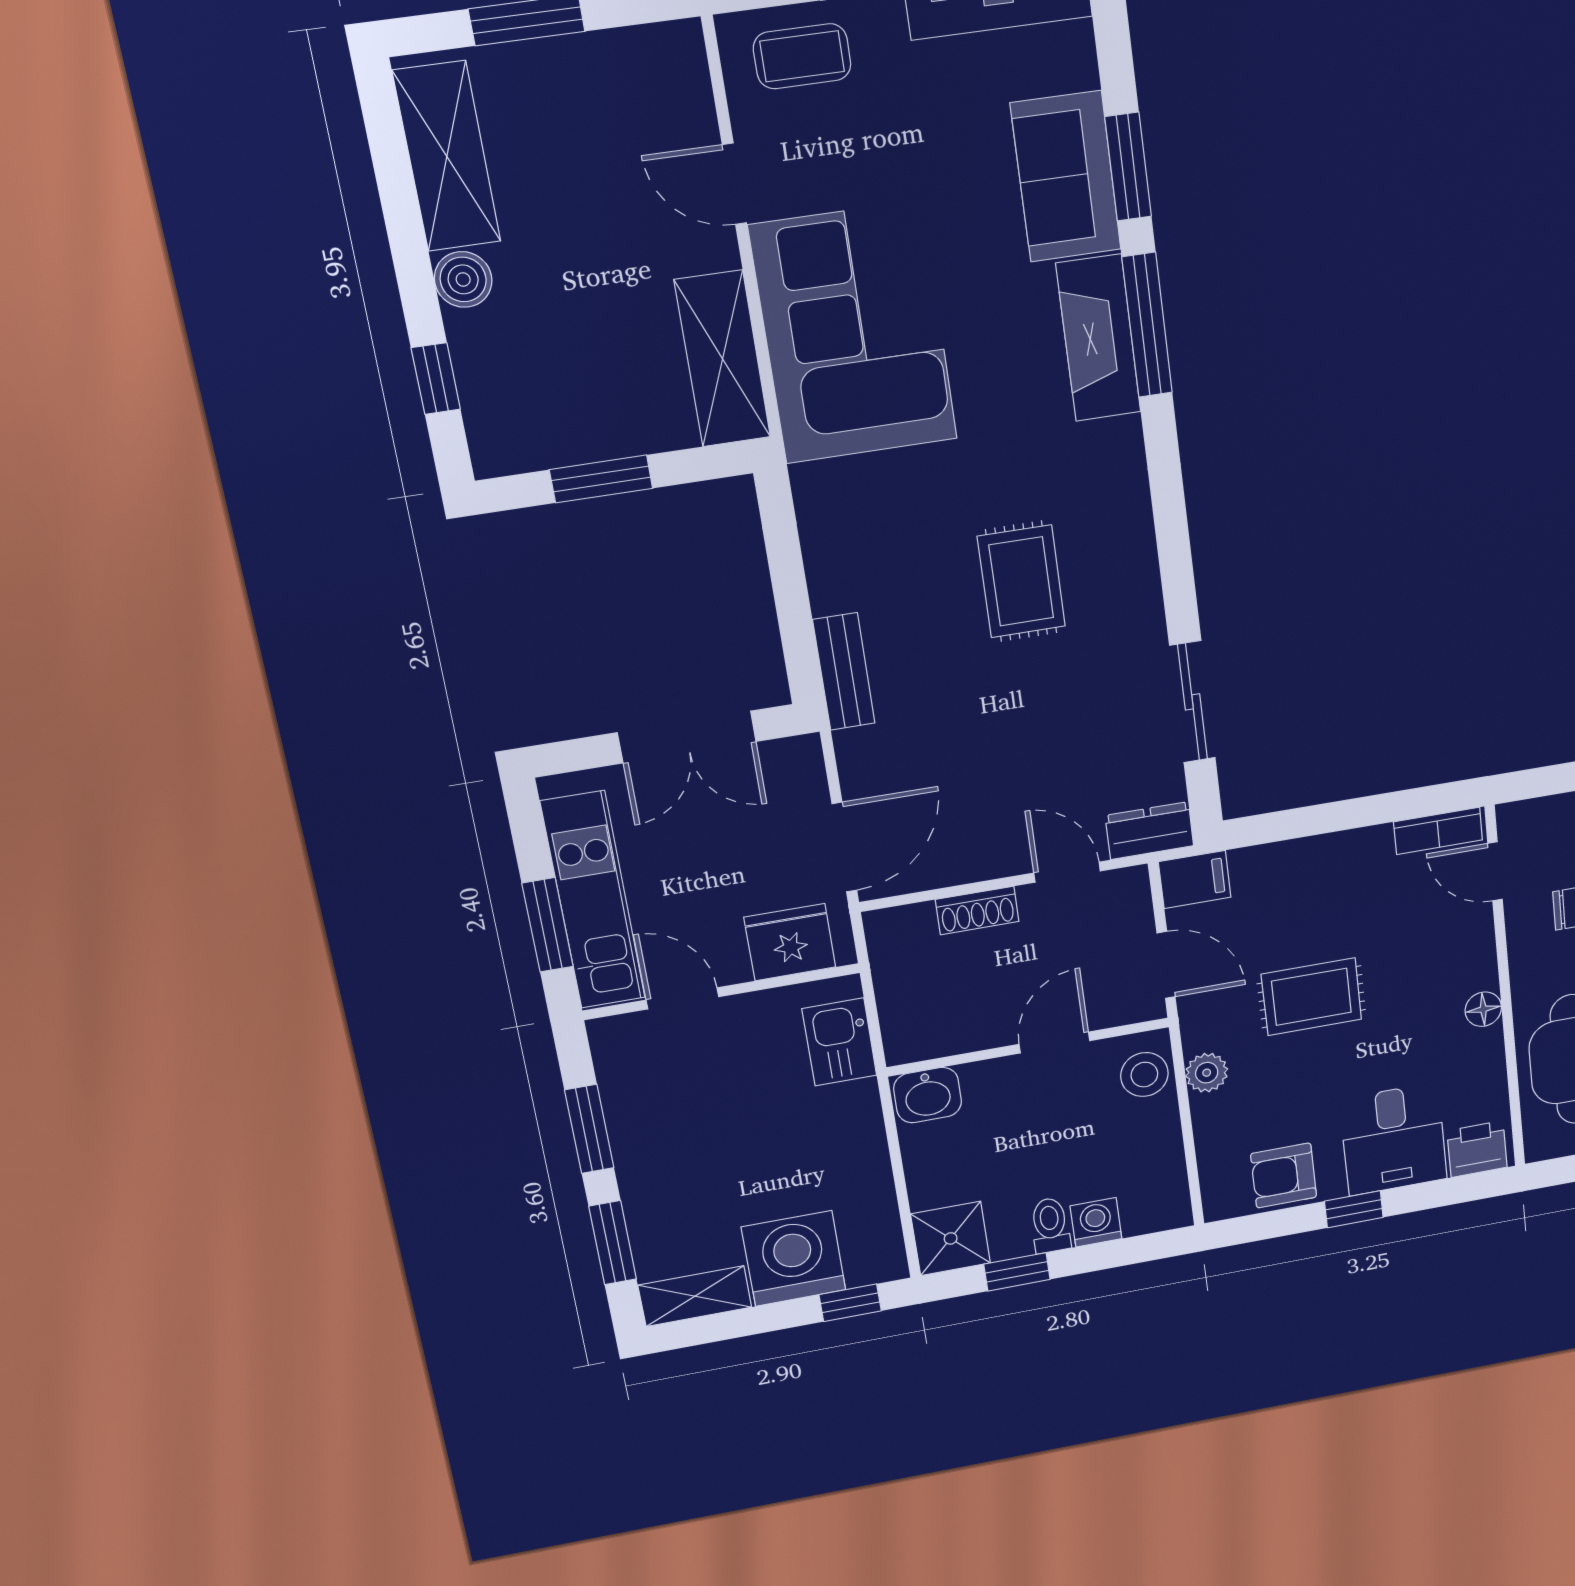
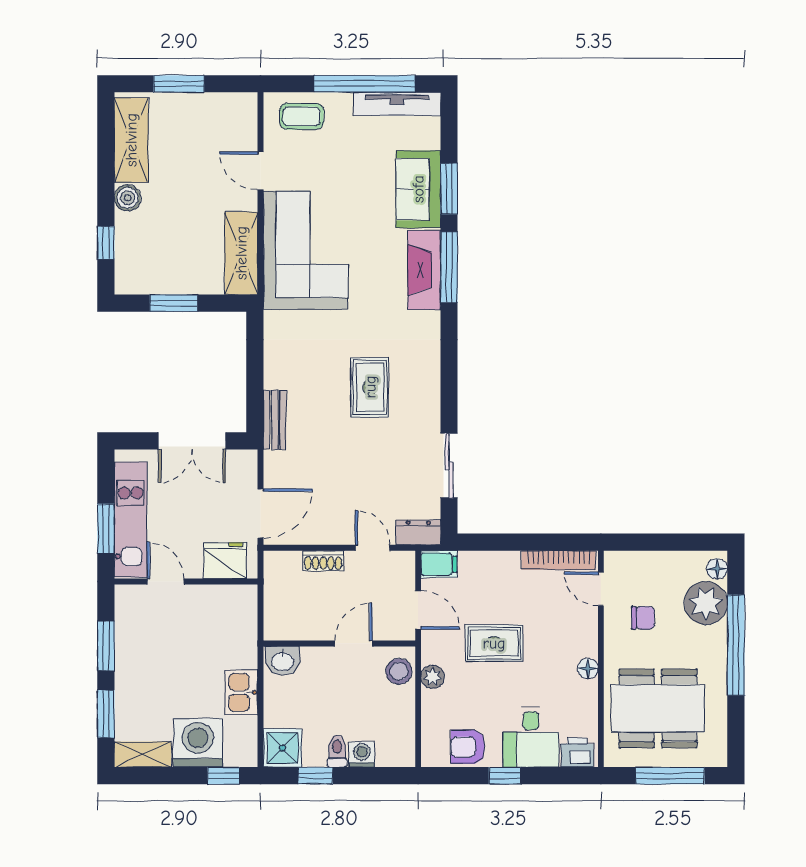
bookcase: (1438, 831) -> (559, 560), width x1.56
kitchen sink: (839, 1042) -> (241, 692), moved

